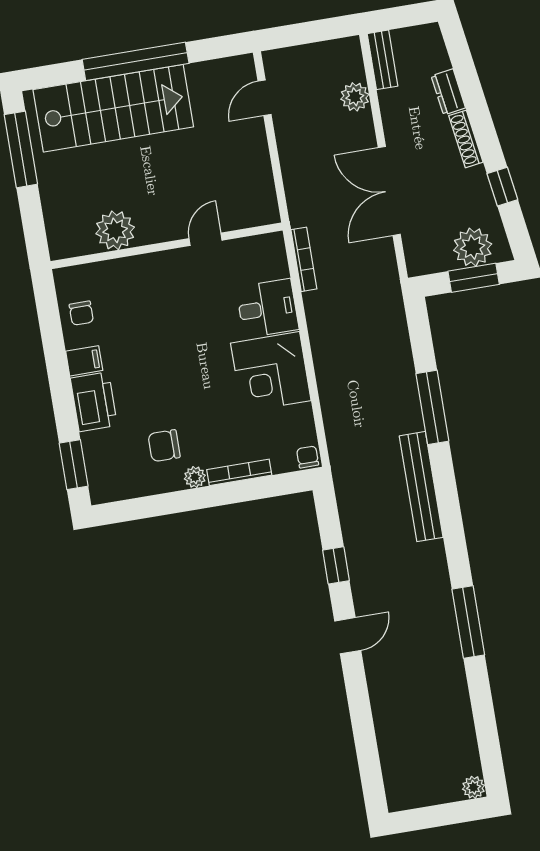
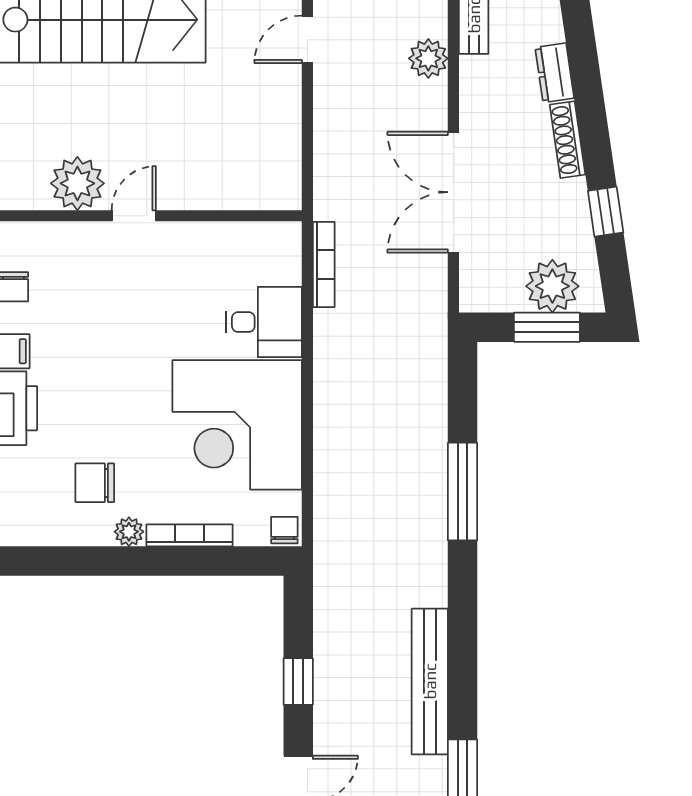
door: (205, 239) -> (134, 216), moved
corner desk: (271, 372) -> (237, 425), width x1.36, depth x1.36
bench: (421, 487) -> (430, 681), moved

